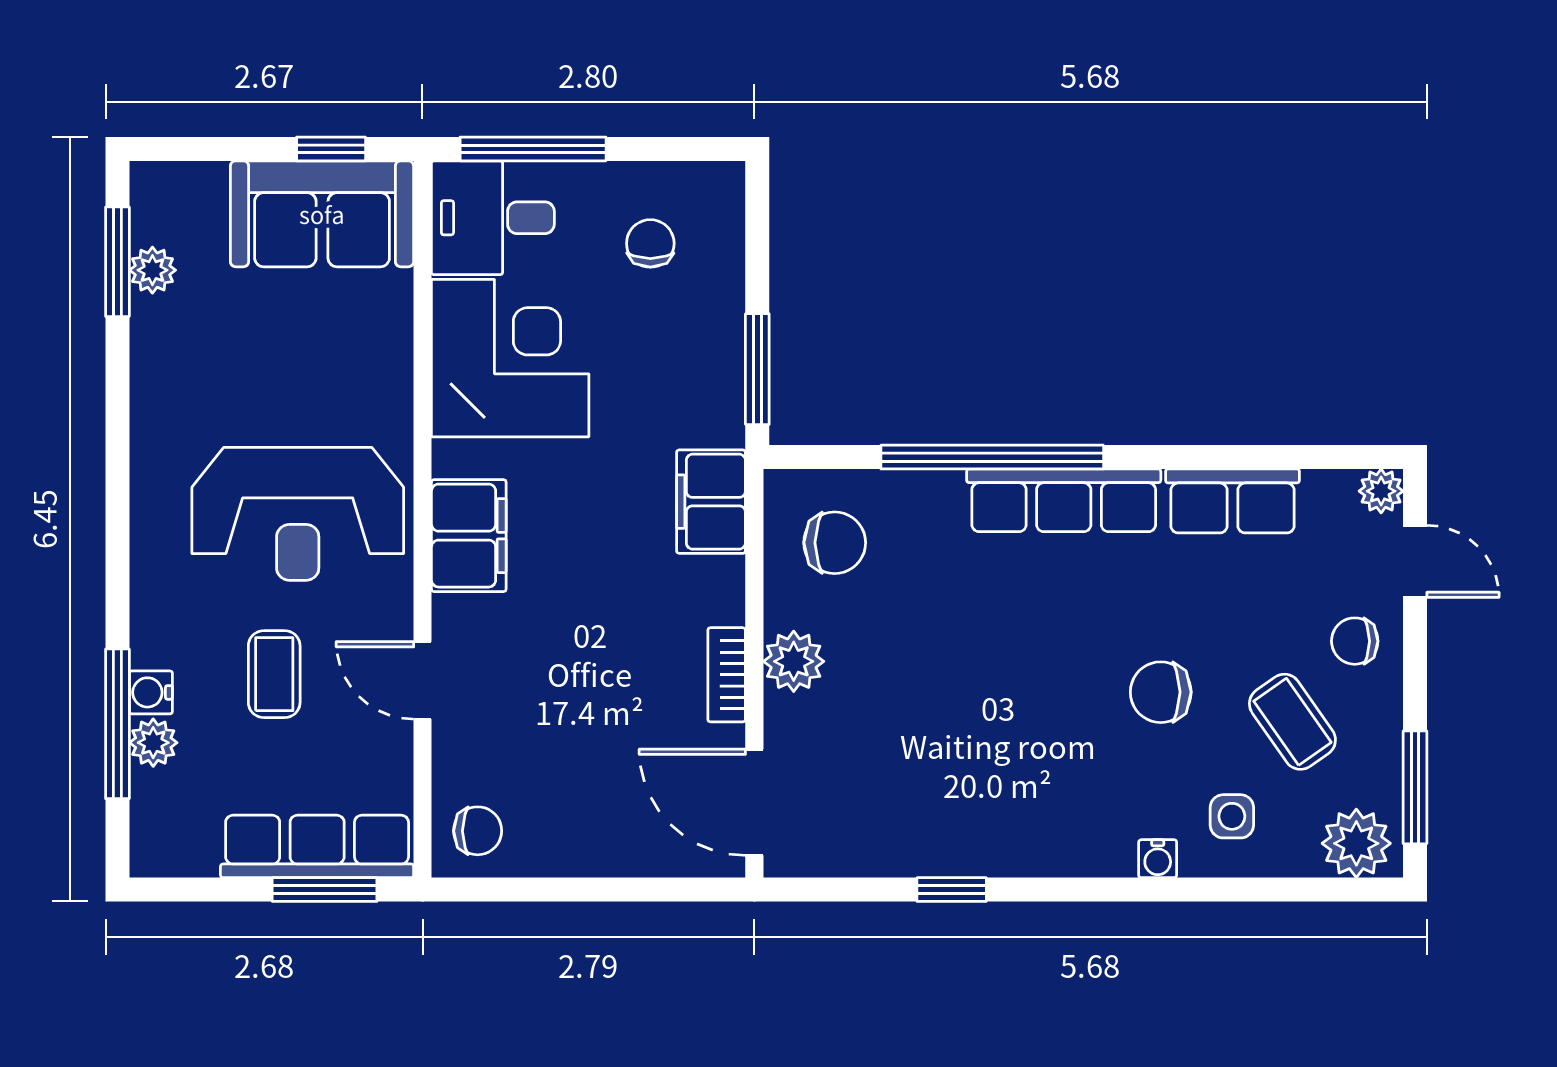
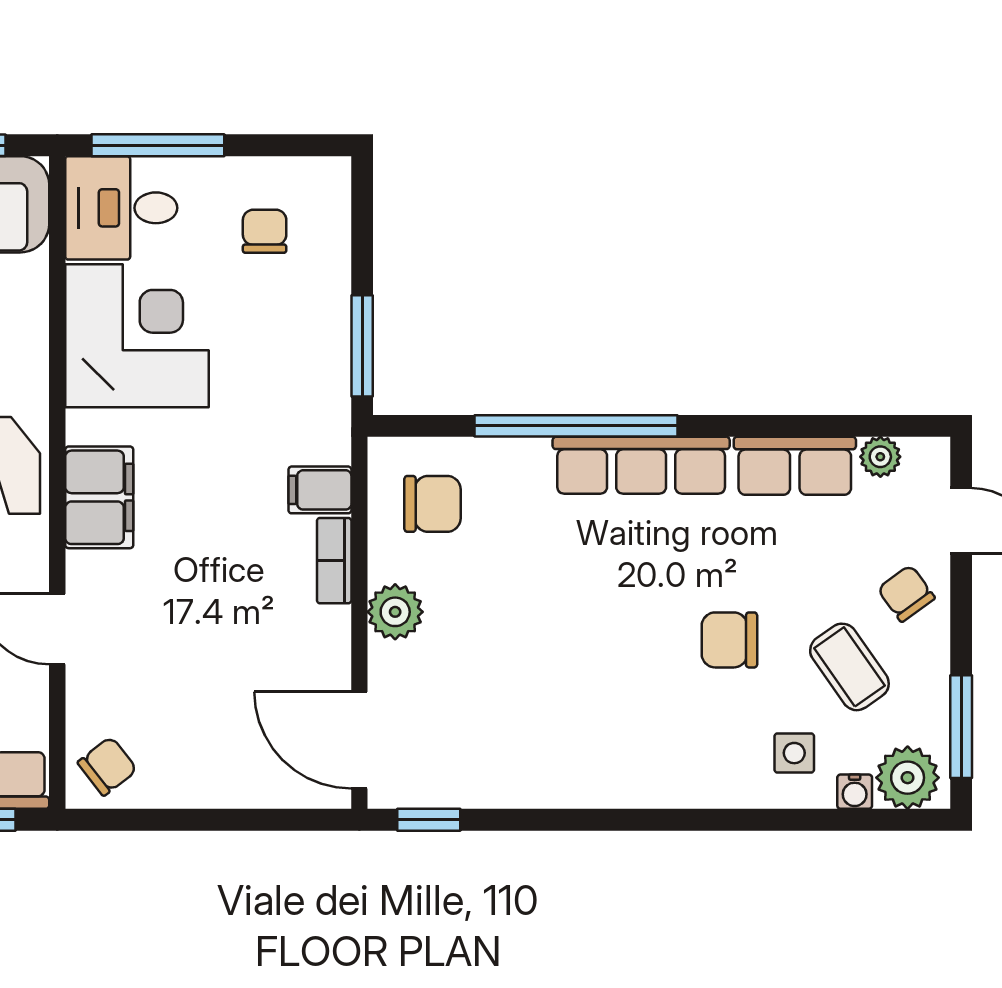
plant: (1381, 491) -> (880, 457), moved
filing cabinet: (711, 502) -> (320, 490), width x0.50
chair: (1355, 641) -> (906, 593), turned 54
bookcase: (727, 675) -> (334, 561), moved
chair: (478, 831) -> (107, 766), turned -38
water cooler: (1158, 859) -> (855, 792), moved
window: (952, 890) -> (429, 820), moved

